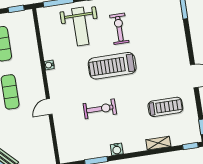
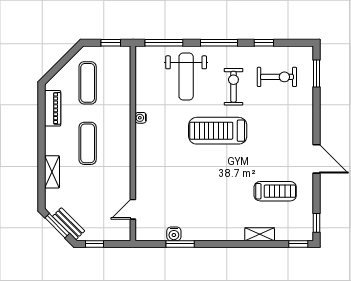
door: (49, 107) -> (133, 209), moved
exercise bike: (100, 109) -> (277, 77), moved
water cooler: (117, 149) -> (174, 234), moved

